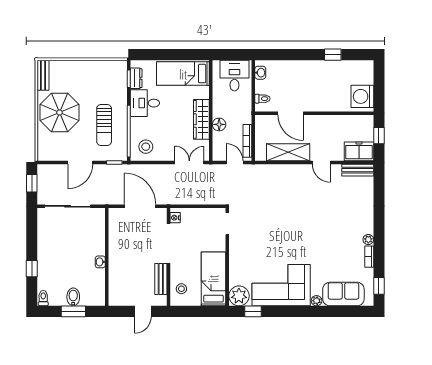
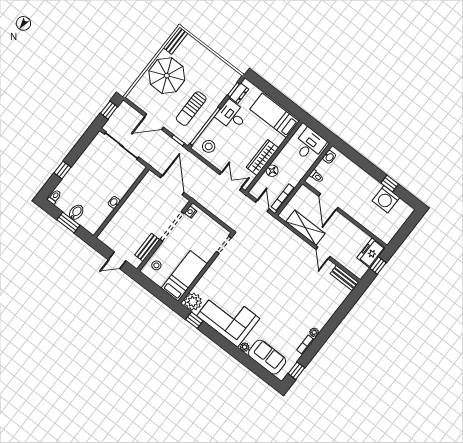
washing machine: (362, 96) -> (386, 199), moved, turned -90
freezer: (359, 151) -> (371, 253), moved, turned -90

